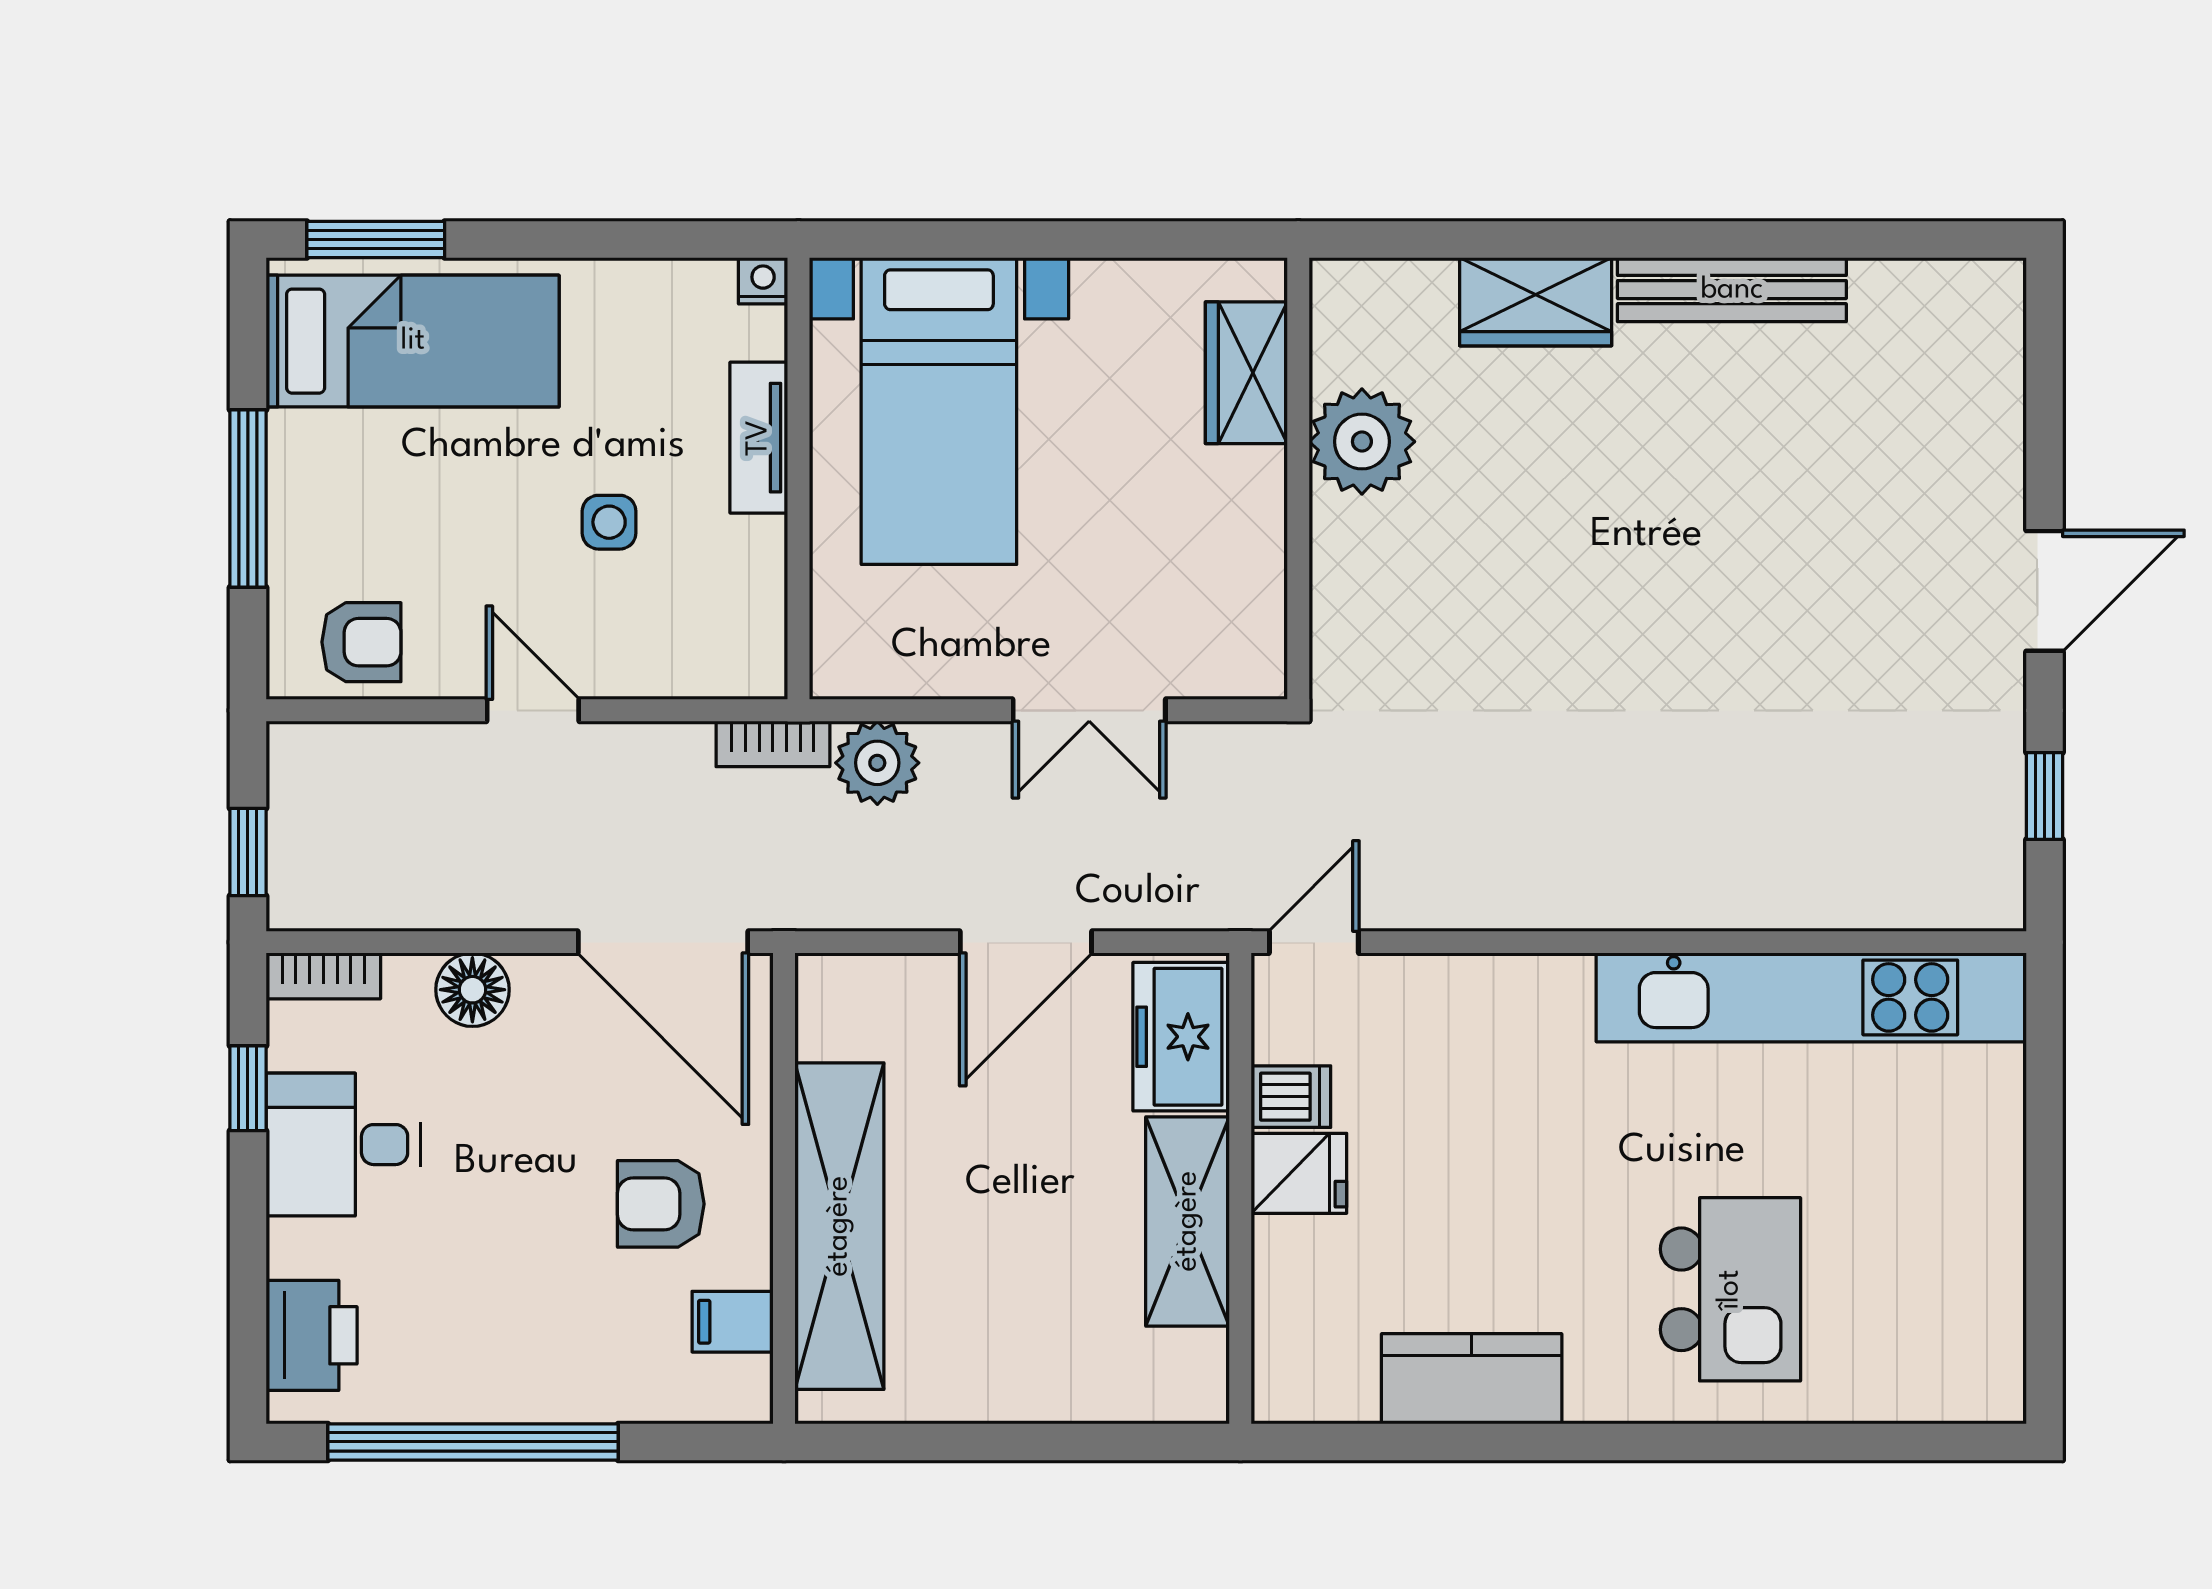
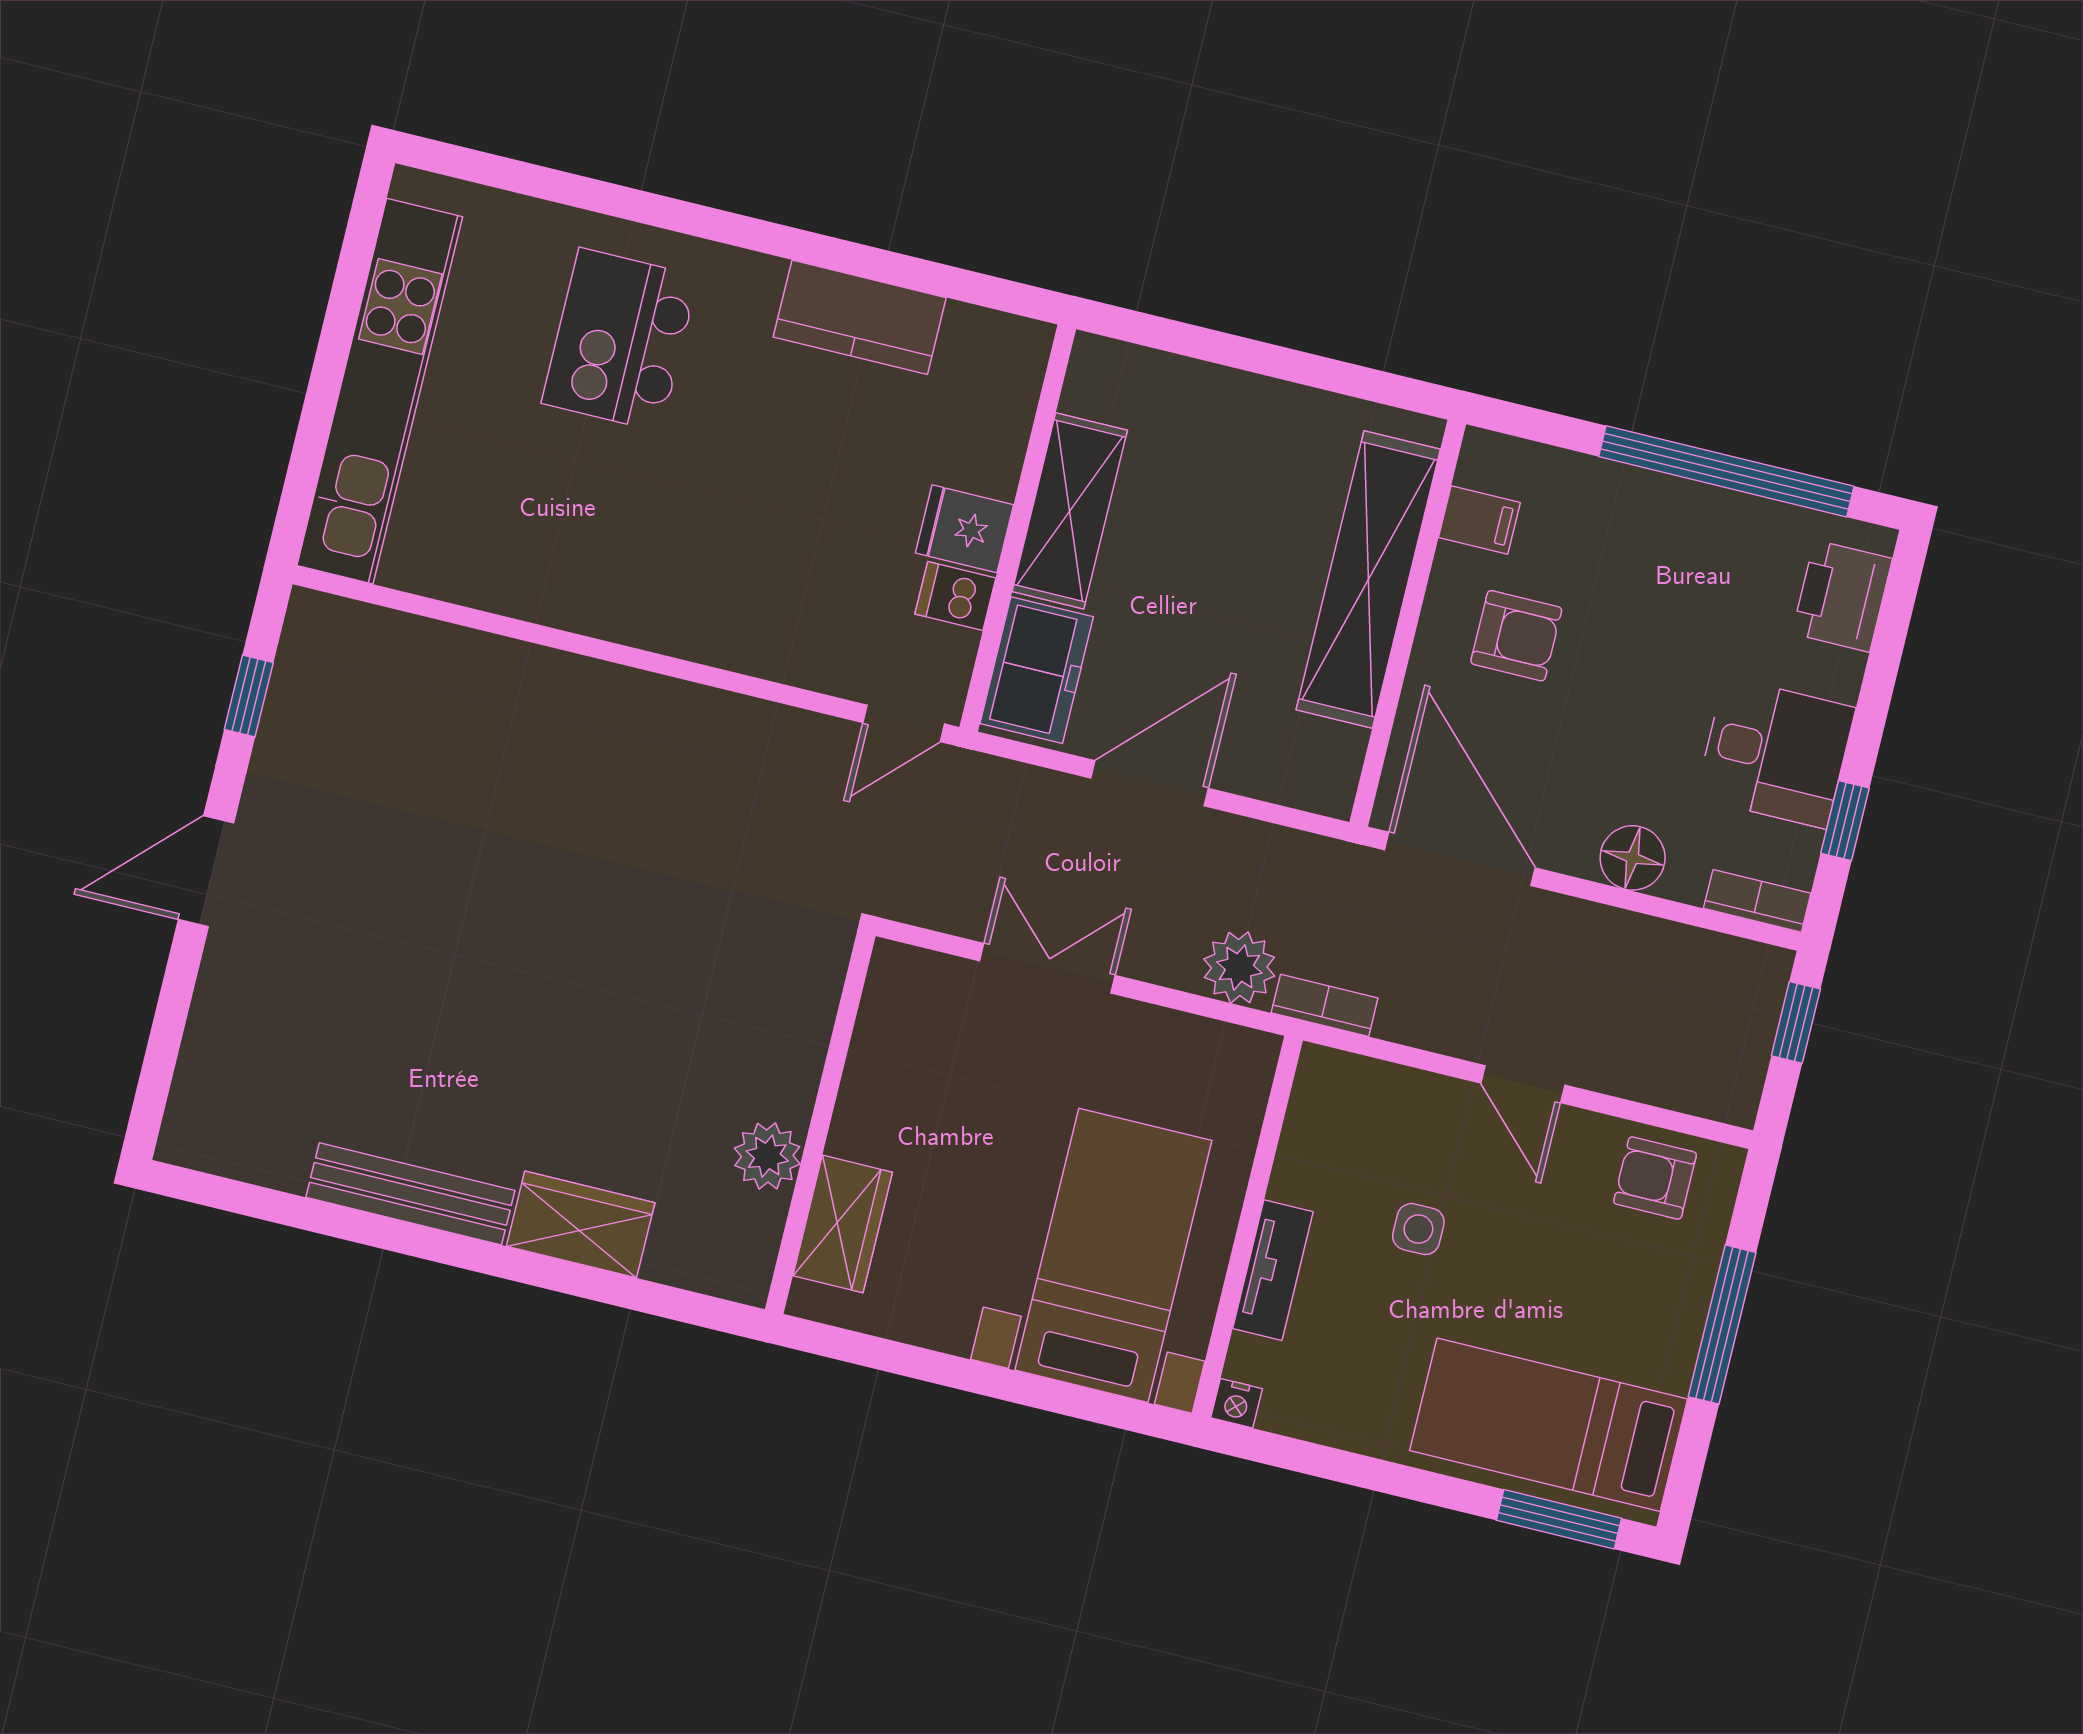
plant: (1362, 442) -> (767, 1156), width x0.73, depth x0.73
kitchen unit: (1811, 997) -> (380, 391), moved, turned 90

